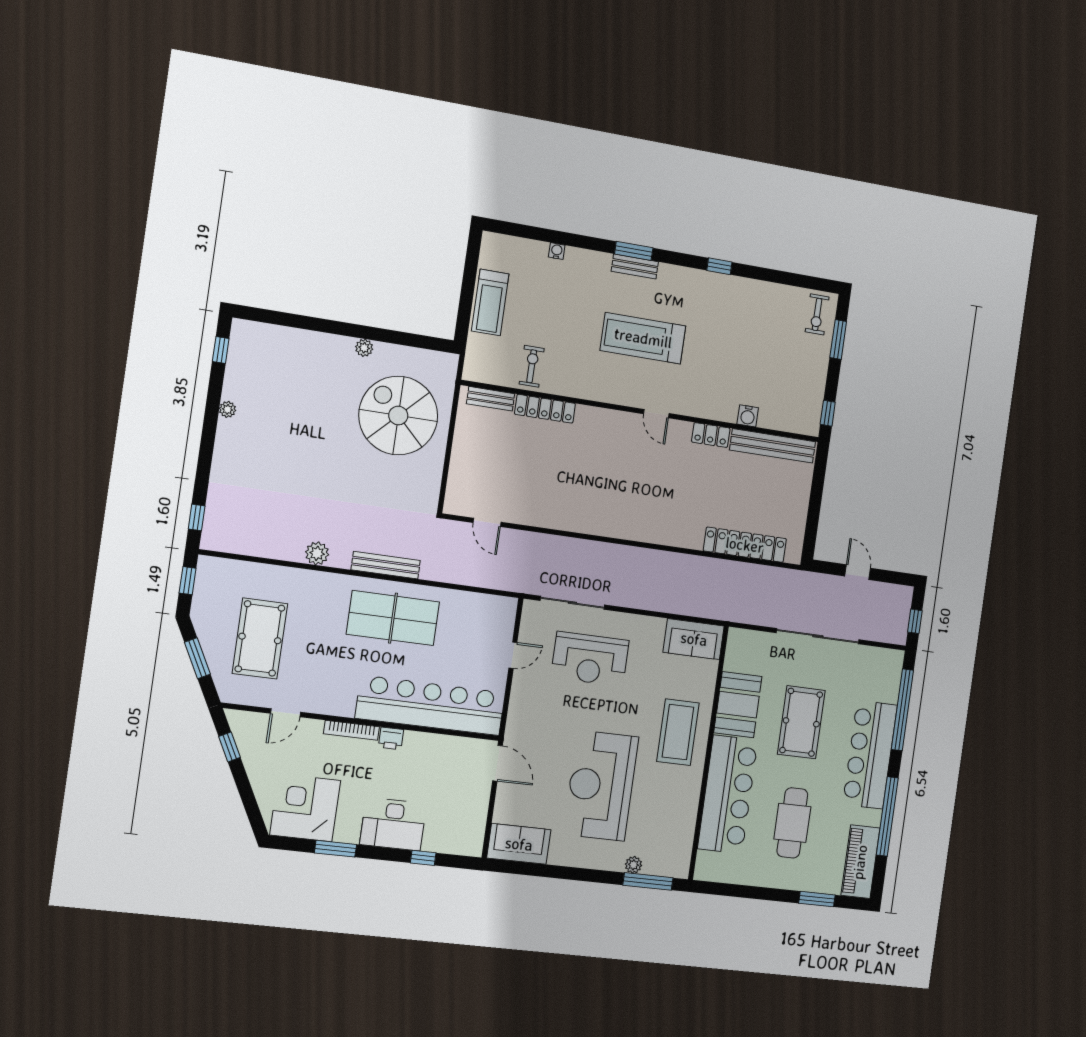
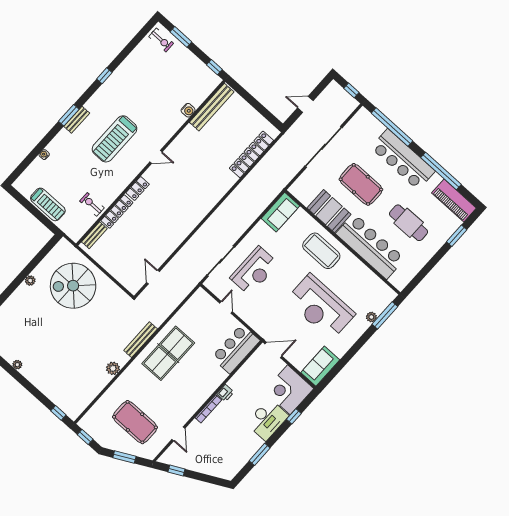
locker: (711, 435) -> (138, 189), moved
door: (487, 522) -> (153, 277), swing flipped
bar counter: (430, 705) -> (236, 349), width x0.54
corner desk: (305, 808) -> (289, 390), moved

